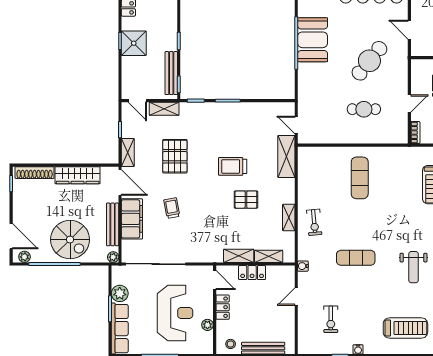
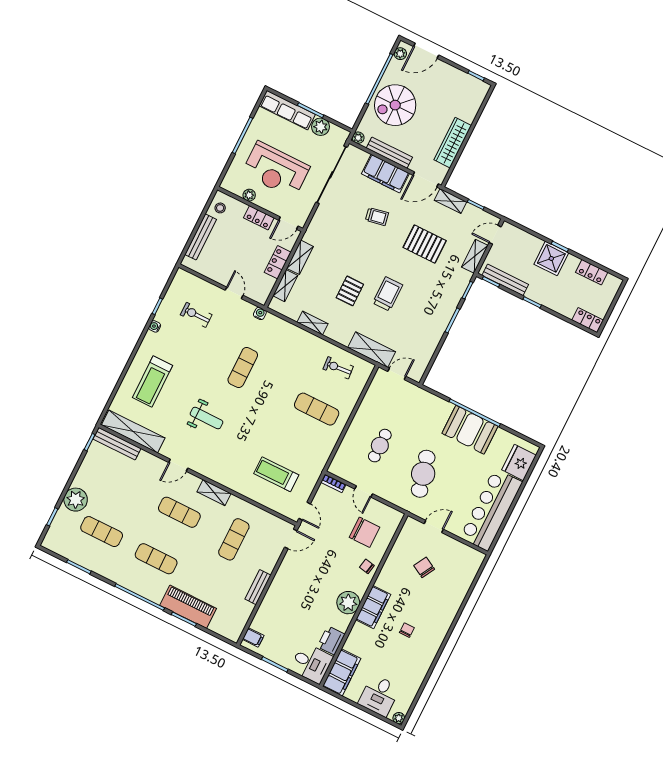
cafe table: (369, 61) -> (423, 474), turned 37
shoe rack: (35, 173) -> (476, 103), removed
exercise bike: (314, 222) -> (338, 368), moved
weight bench: (414, 267) -> (207, 418), turned 180

